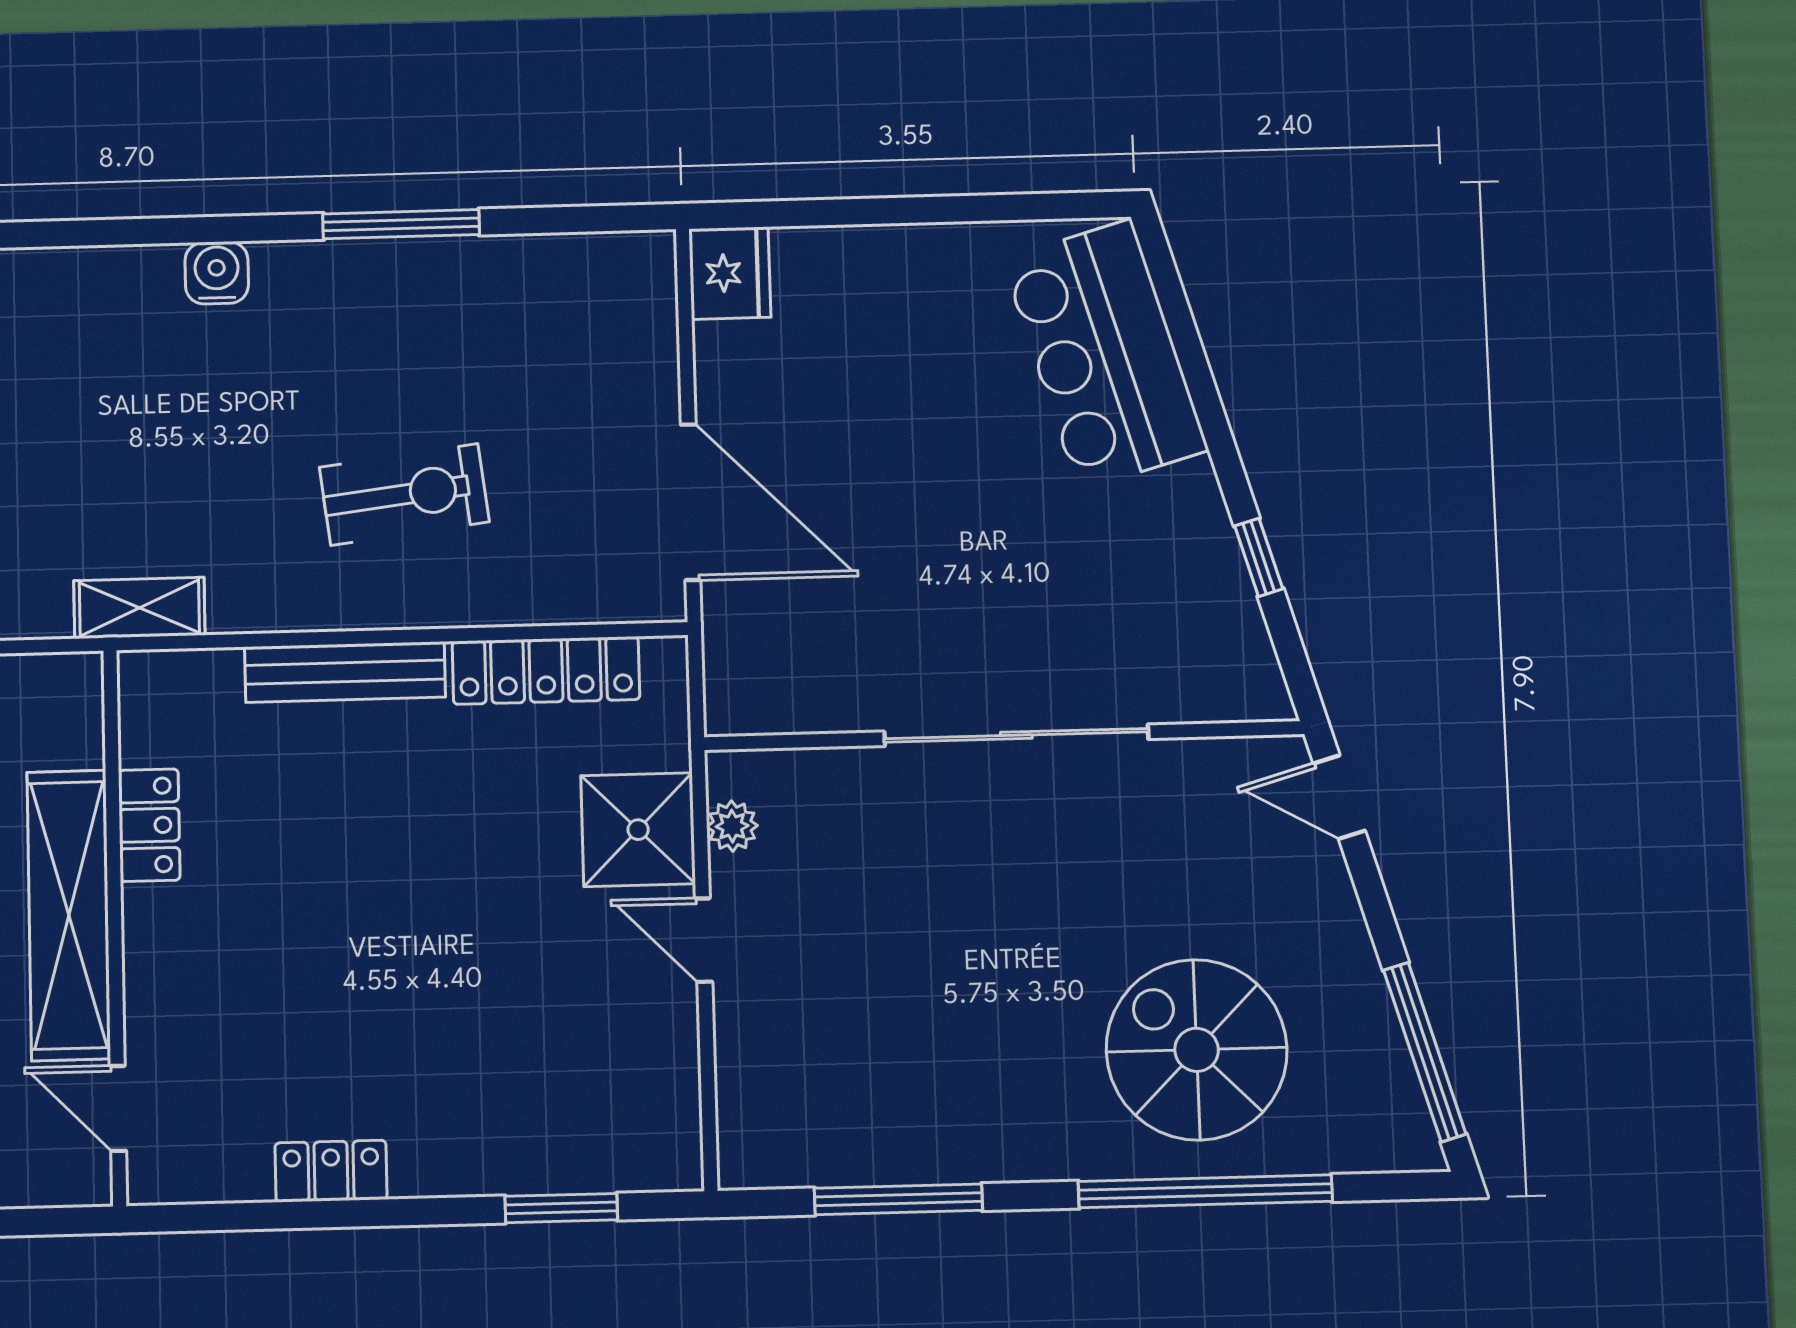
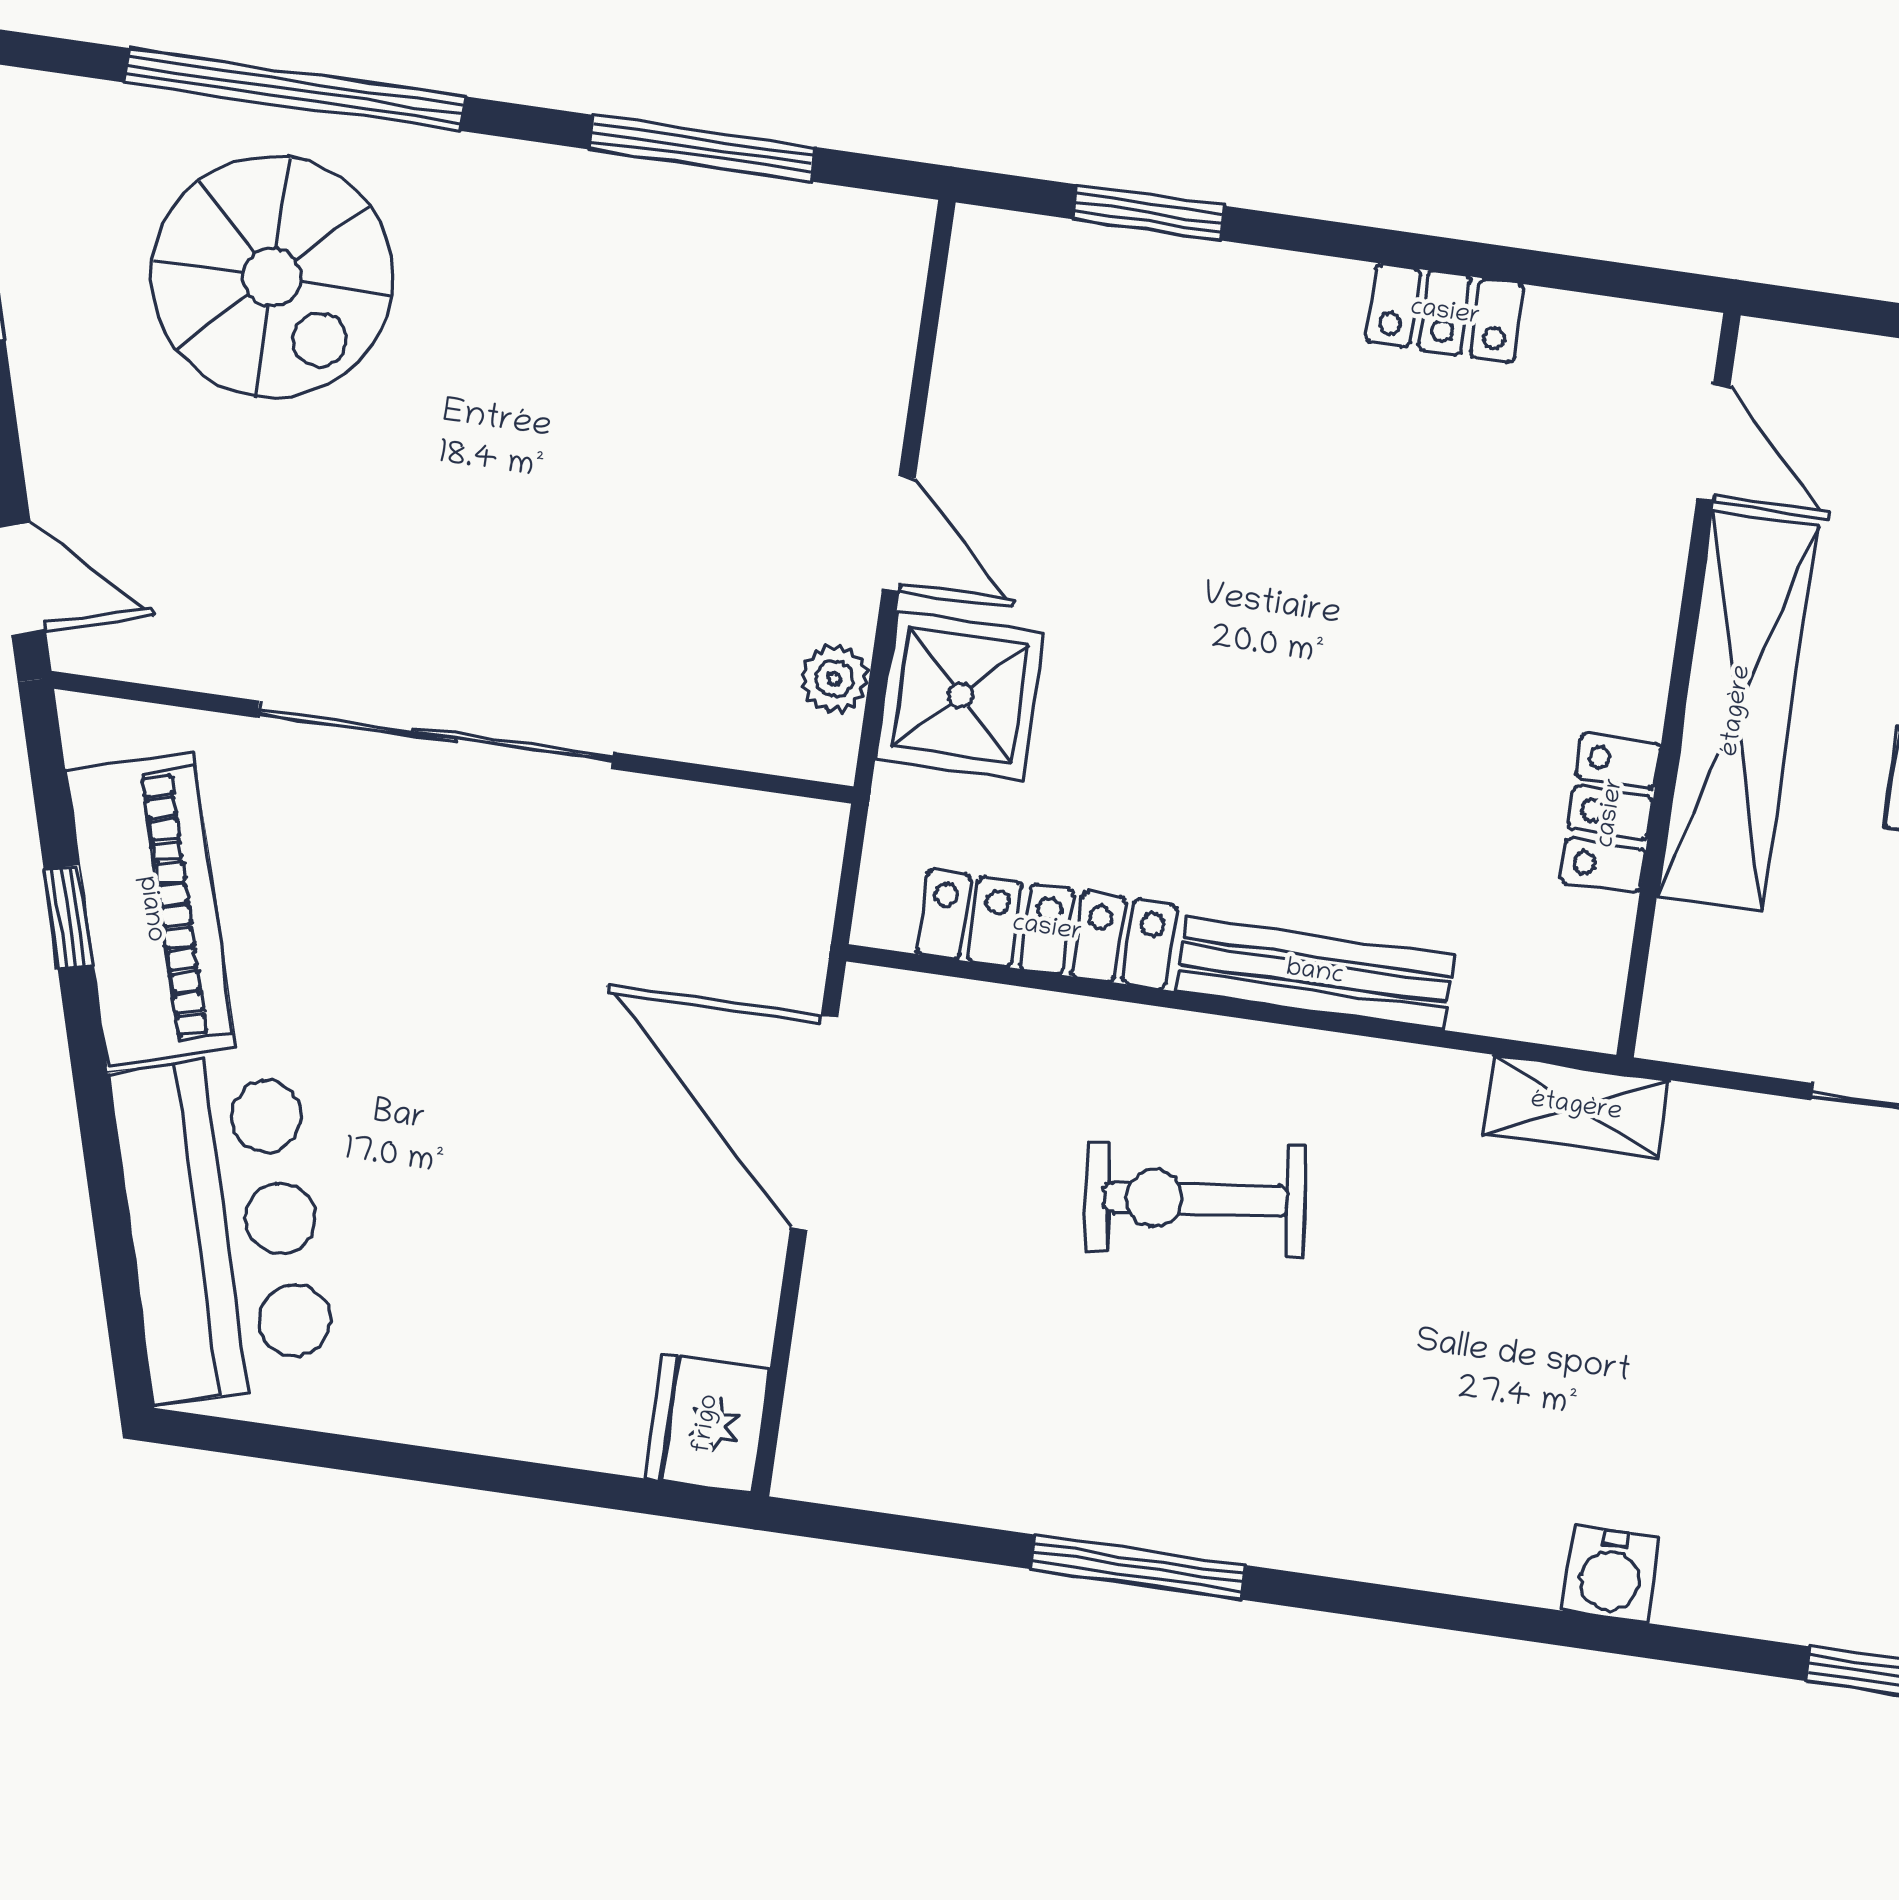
water cooler: (217, 273) -> (1611, 1574), moved
piano: (1200, 574) -> (150, 909), added

